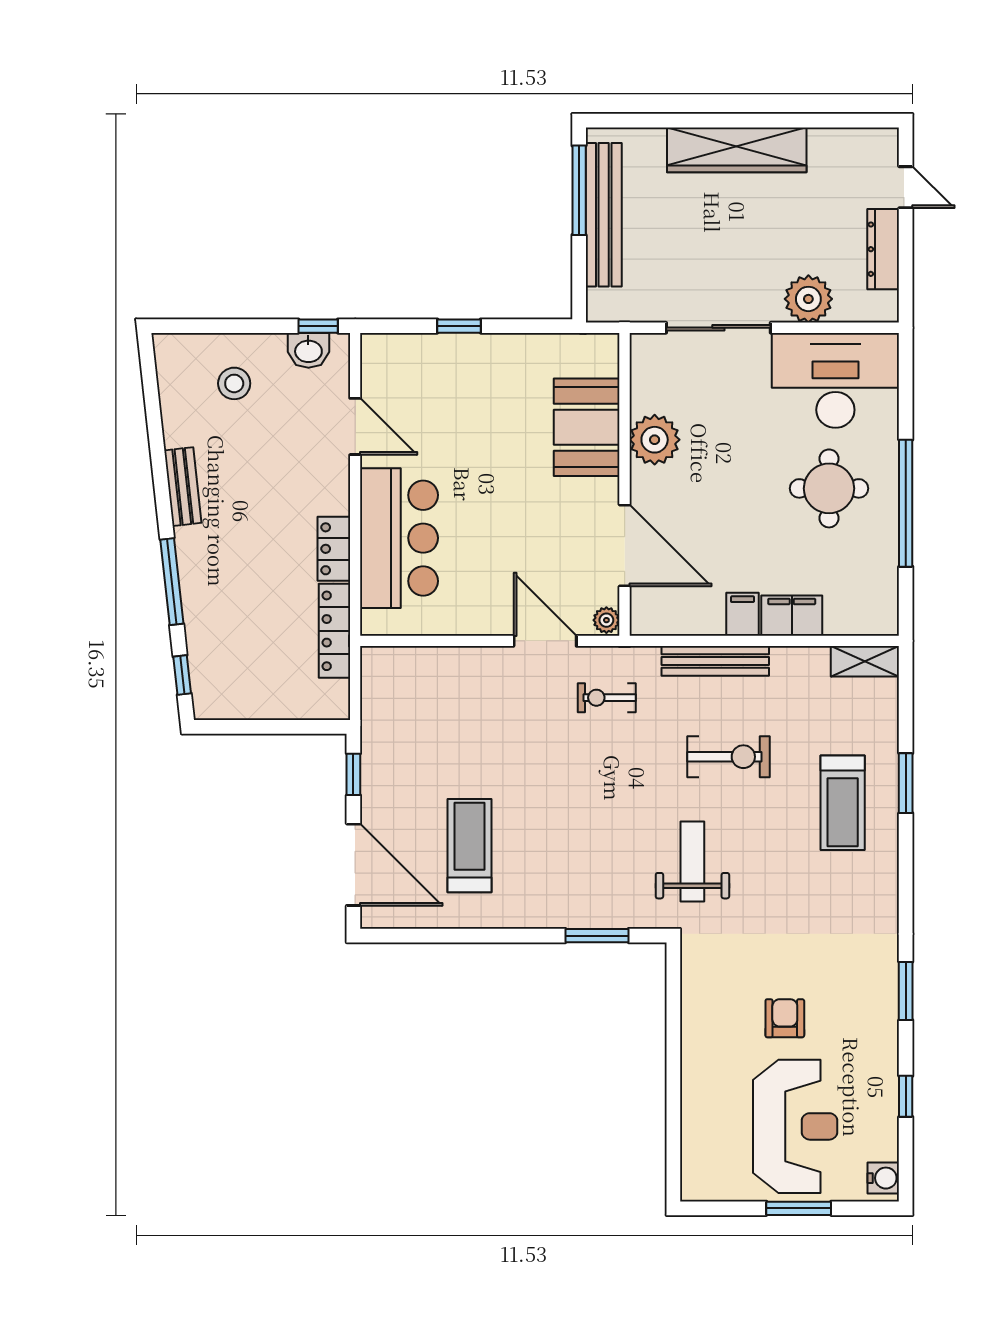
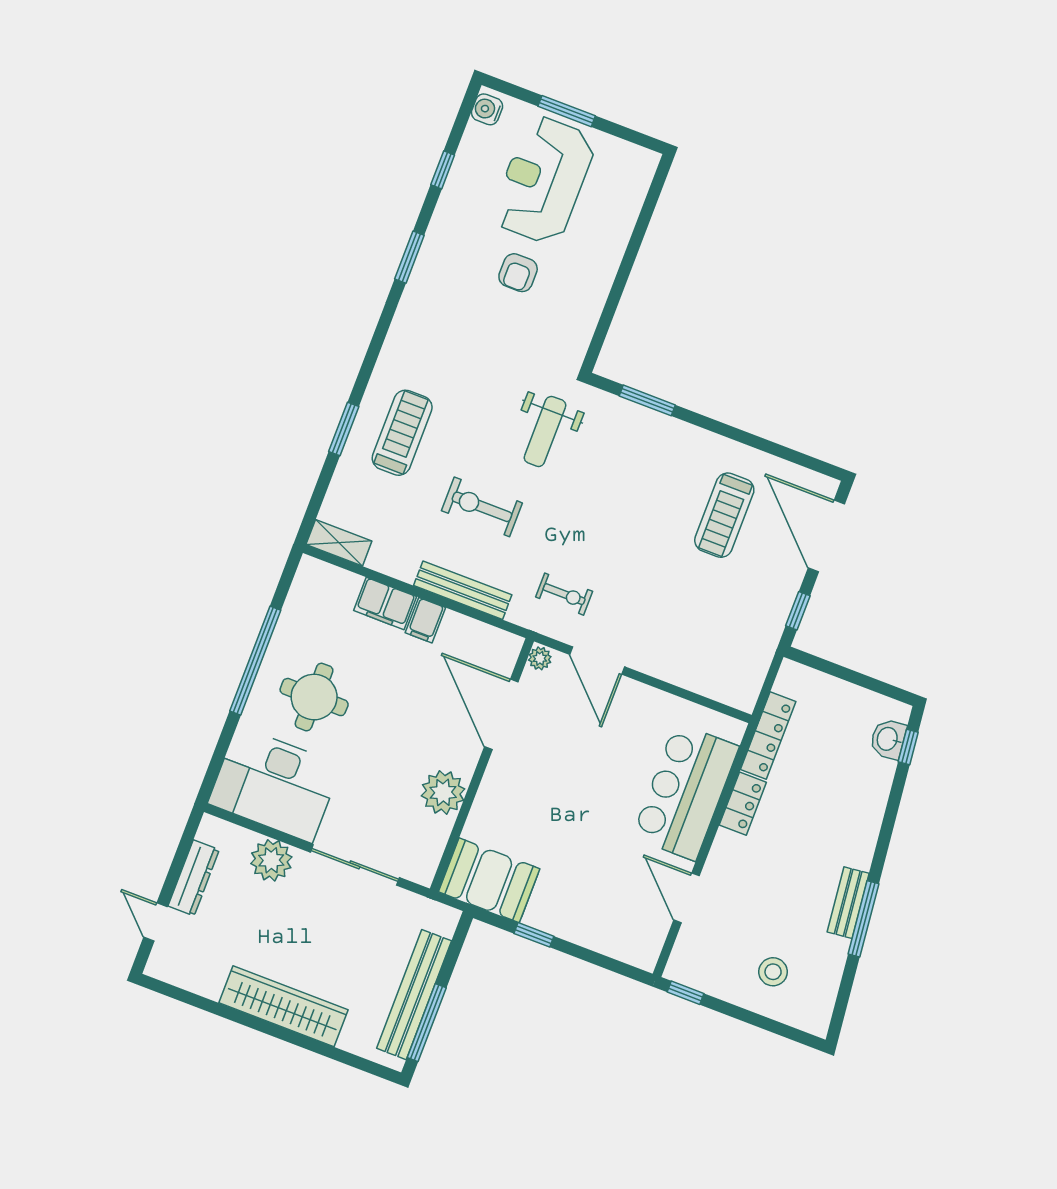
window: (459, 326) -> (534, 935), moved
washbasin: (308, 350) -> (888, 739), moved, turned -96
booth: (587, 427) -> (489, 880), moved, turned 90
window: (172, 582) -> (863, 919), moved

